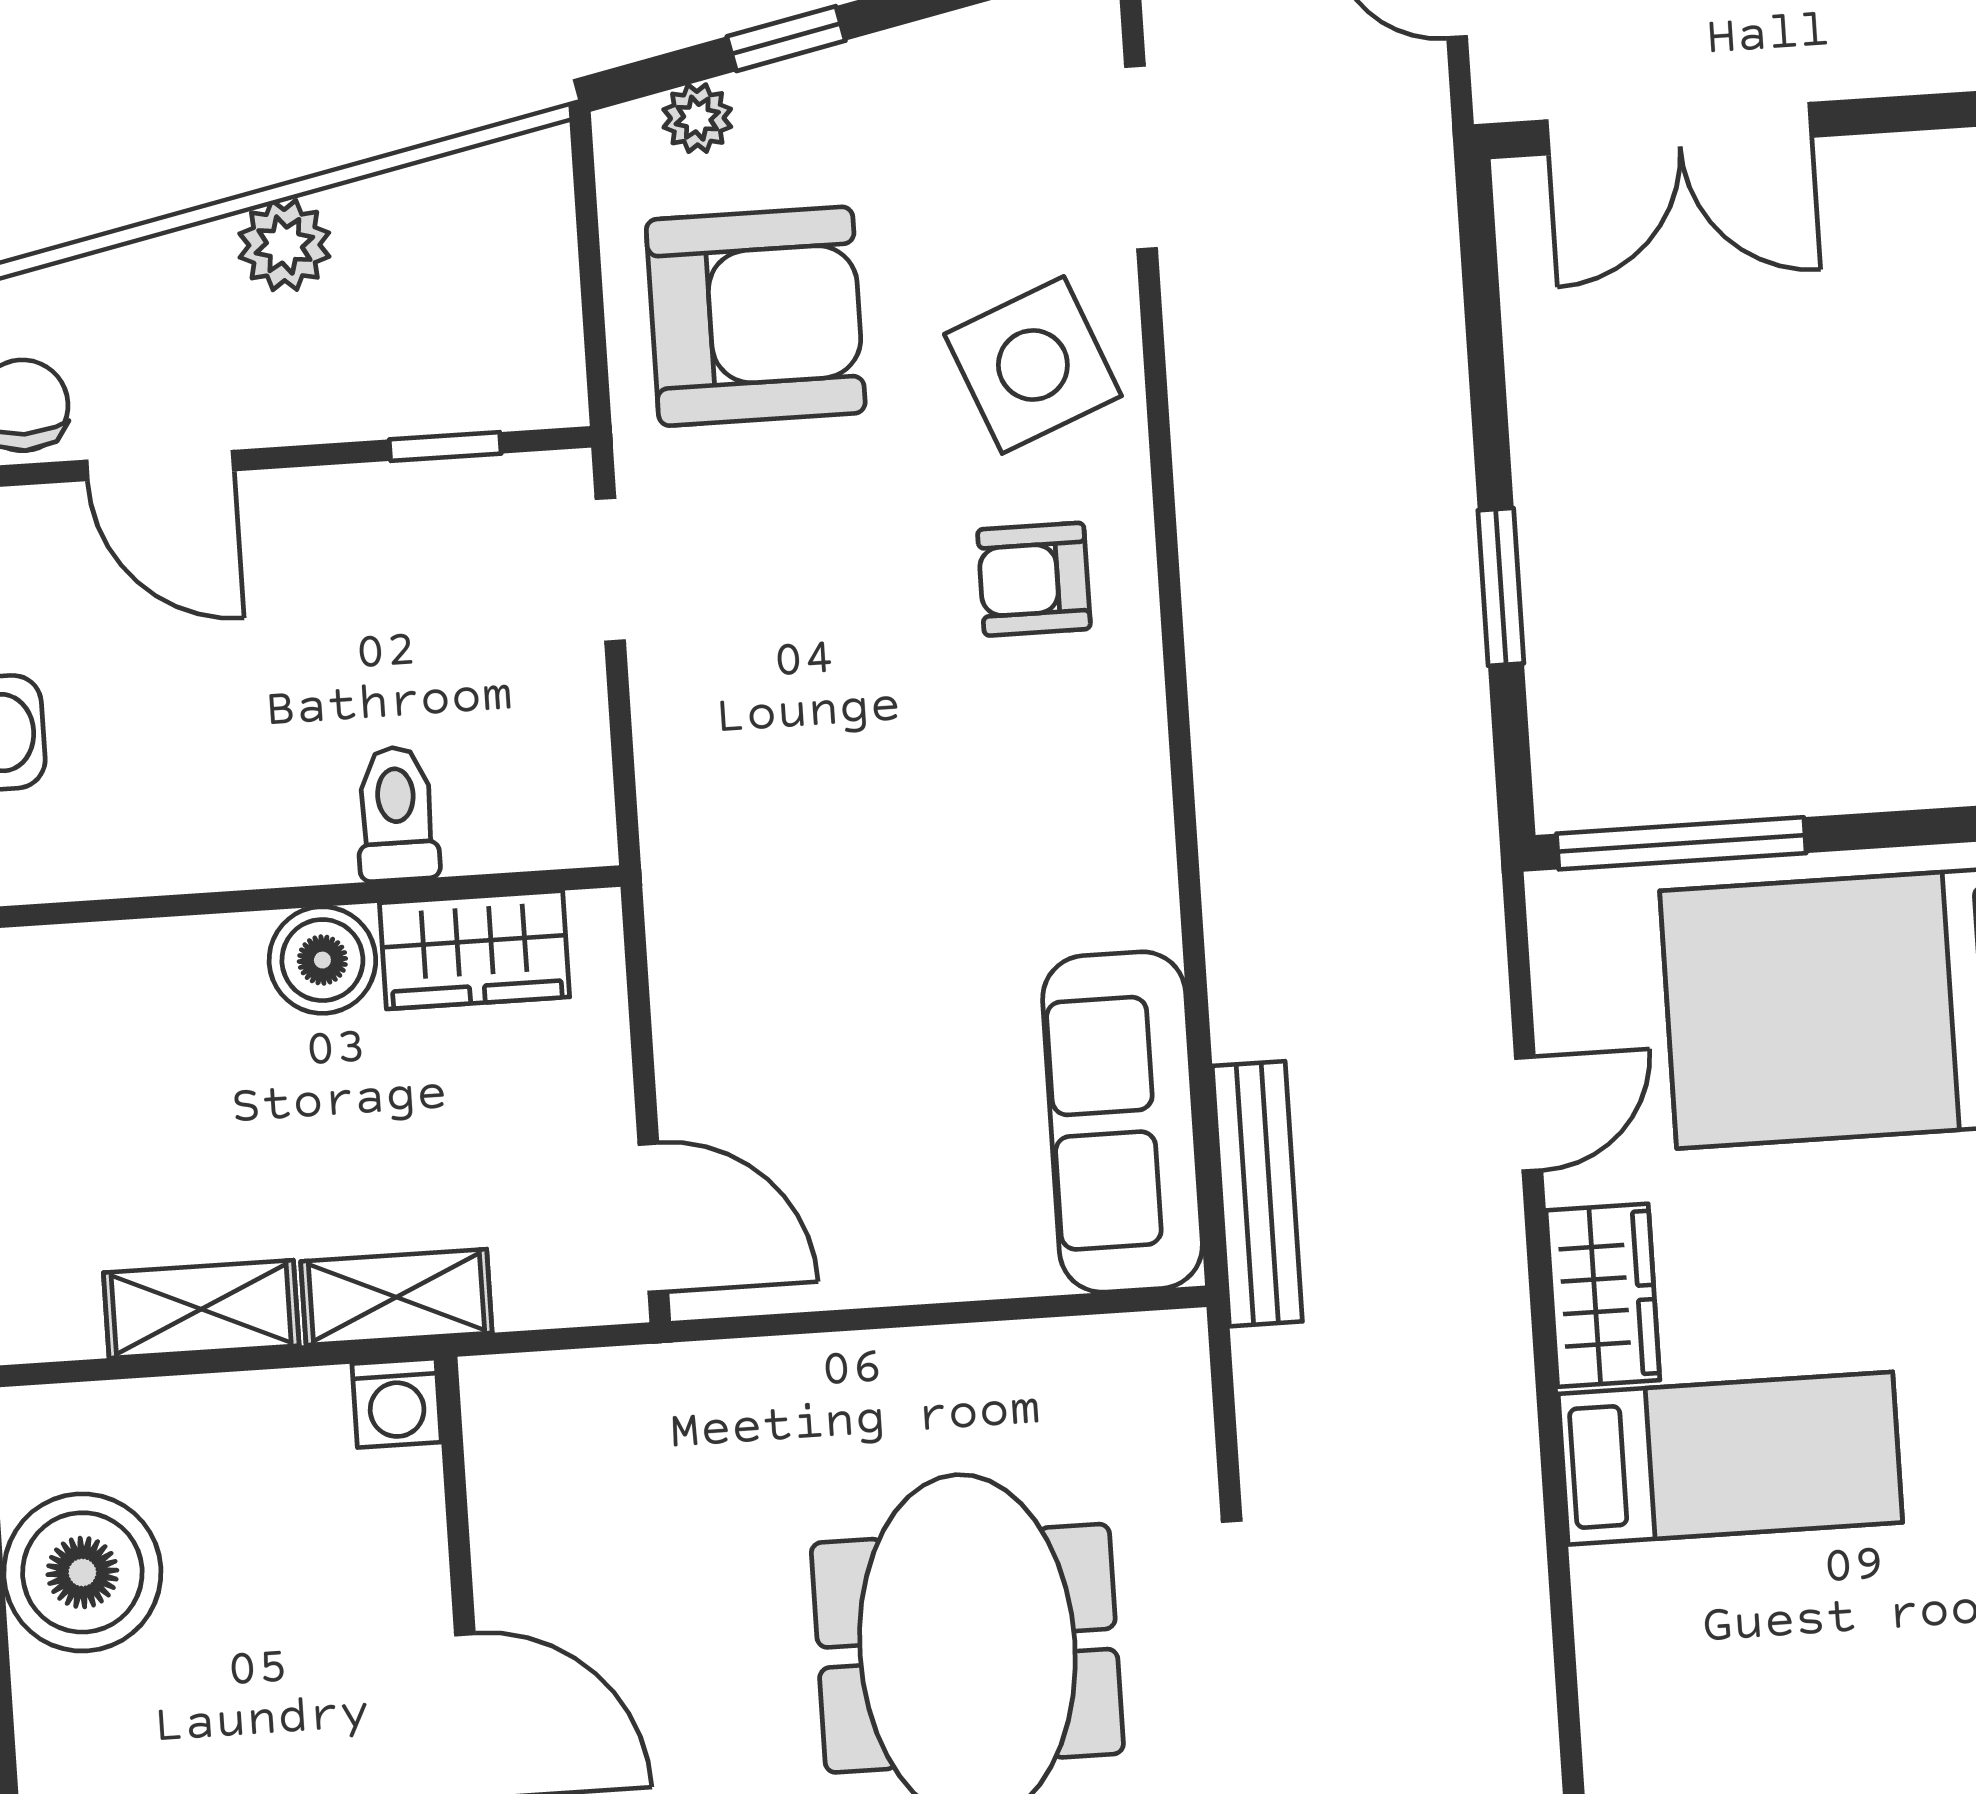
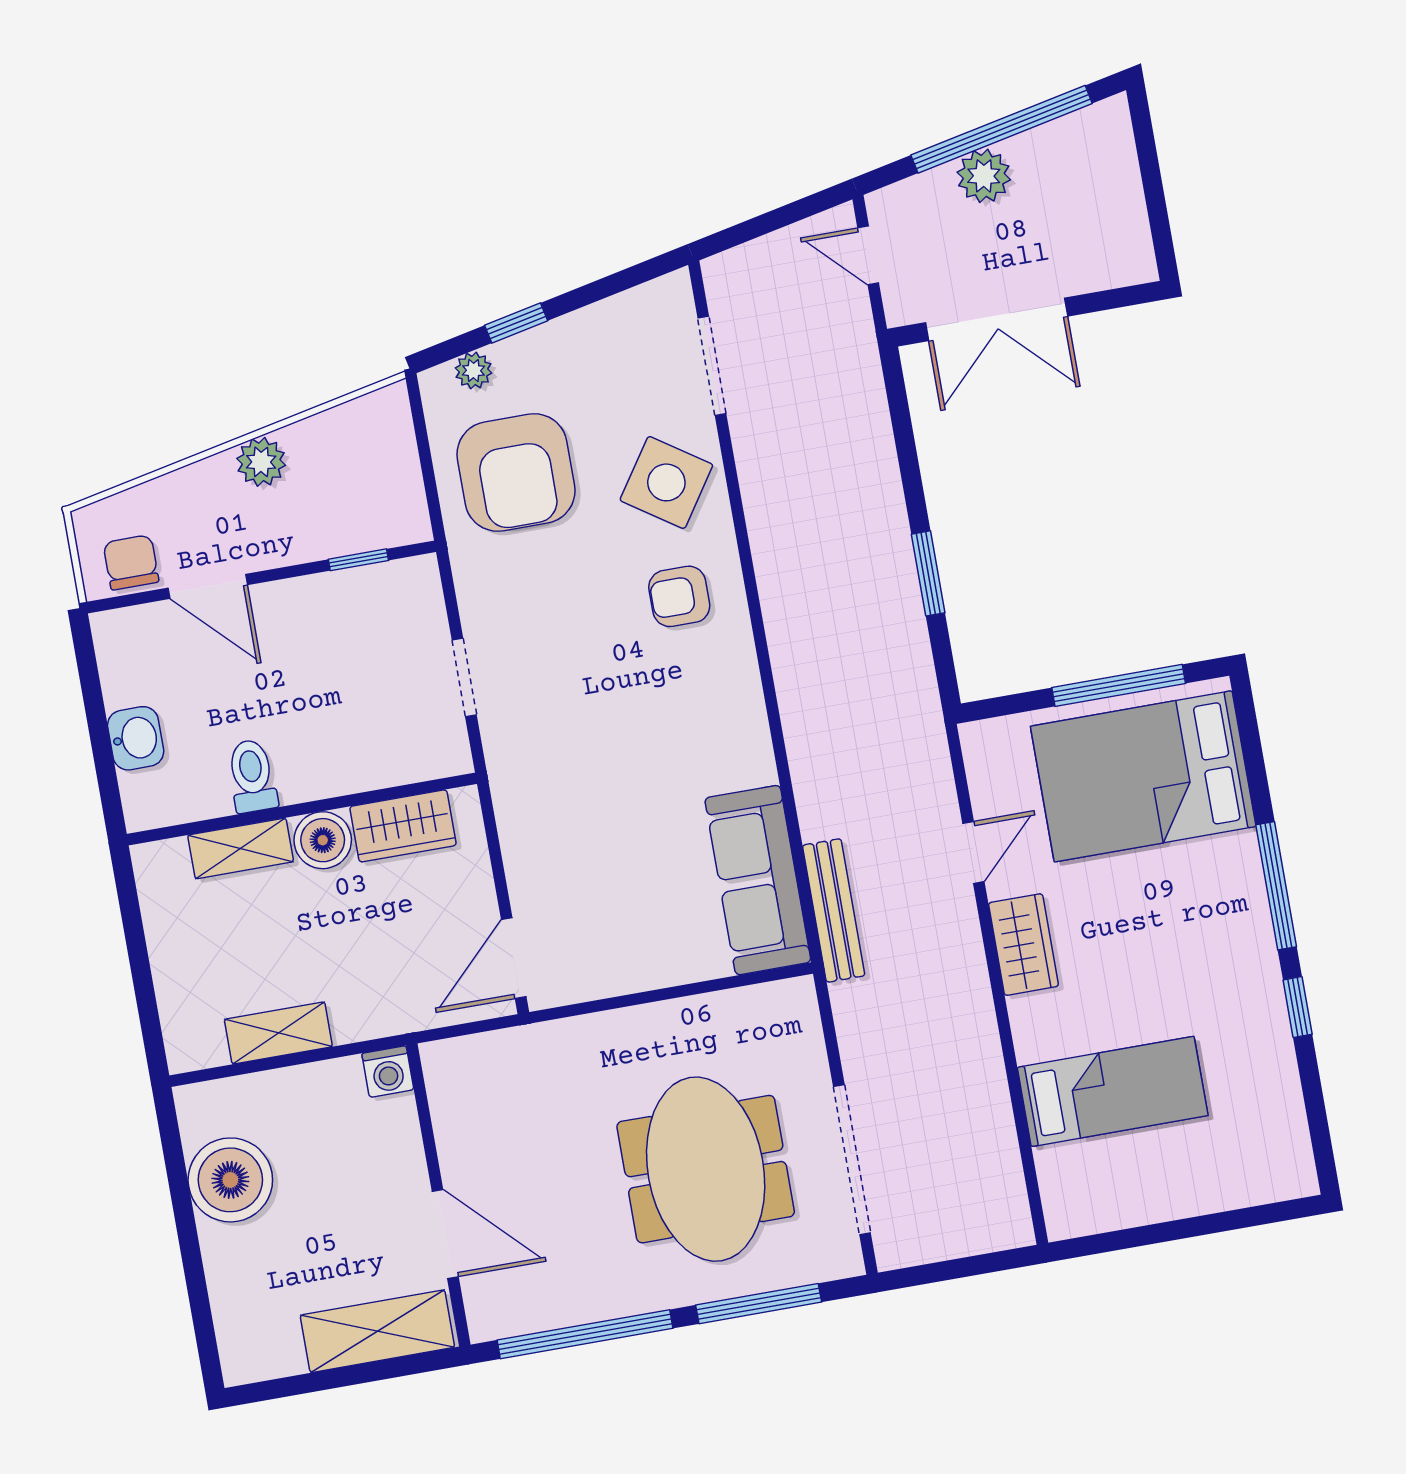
armchair: (756, 316) -> (516, 473), turned 90
side table: (1033, 365) -> (666, 482), turned -34
doorway: (610, 570) -> (464, 678), moved
toilet: (397, 814) -> (252, 776), moved
window: (1681, 843) -> (1119, 685), moved
door: (653, 1218) -> (514, 958), swing flipped
shelving: (396, 1297) -> (241, 848), moved
bed: (1730, 1458) -> (1113, 1091), moved

